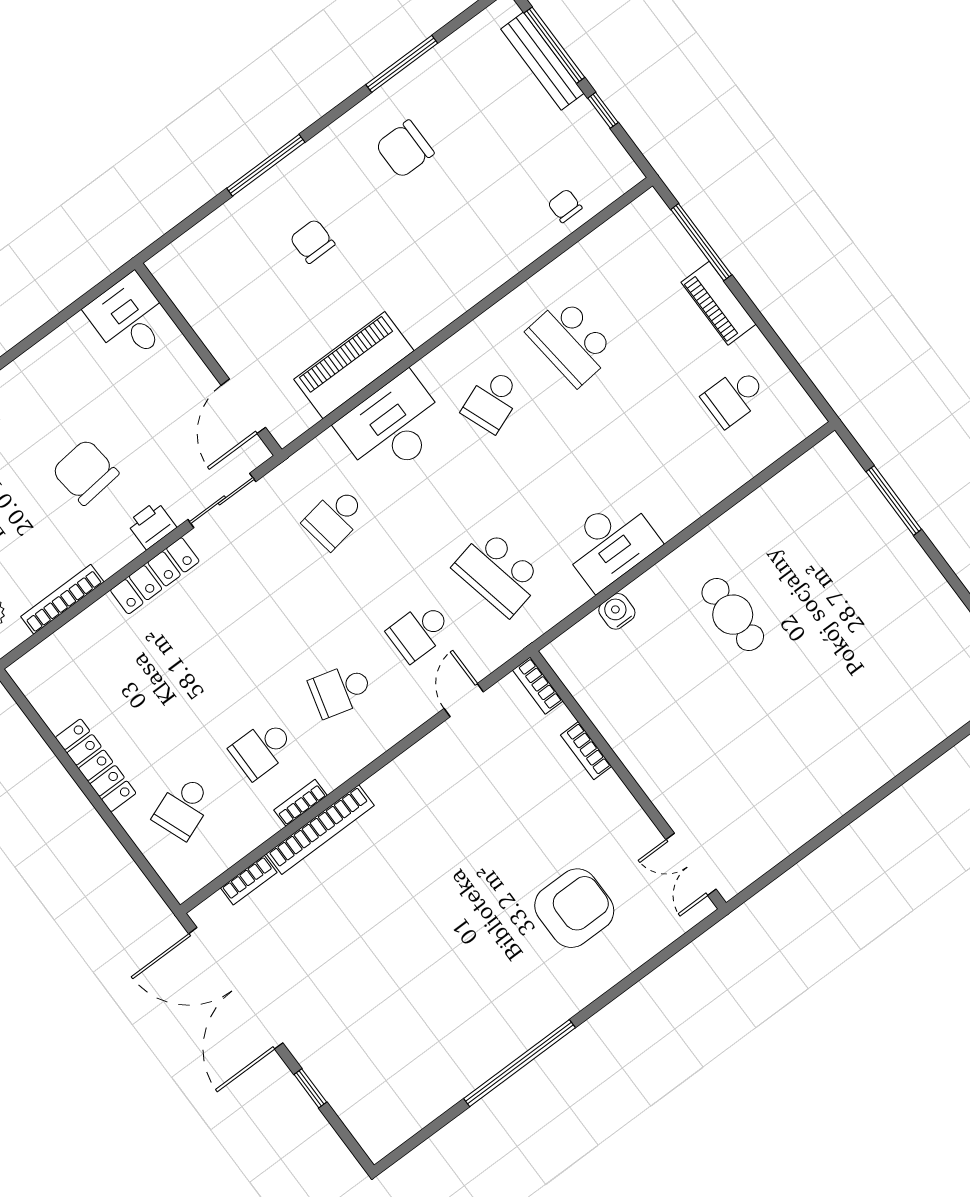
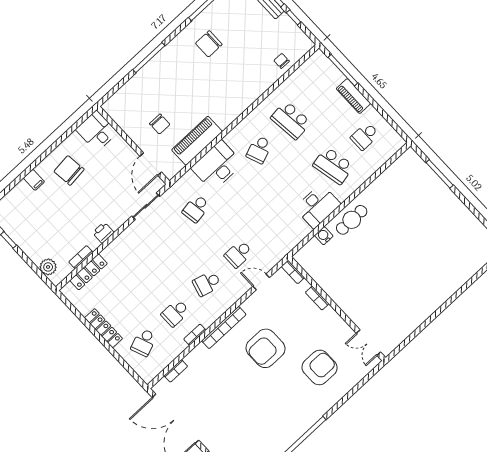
chair: (312, 241) -> (160, 124), moved, turned 180
chair: (85, 472) -> (69, 170), moved
printer: (152, 525) -> (103, 233), moved
school desk: (498, 573) -> (333, 166), moved
locker: (155, 576) -> (89, 272), moved
bookcase: (62, 599) -> (81, 257), width x0.64
cafe table: (733, 615) -> (352, 220), moved, turned 90
door: (464, 700) -> (261, 282), hinge flipped
bookcase: (320, 830) -> (224, 328), moved
armchair: (457, 851) -> (265, 348), added

